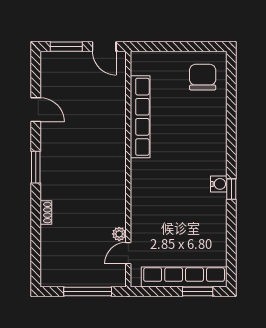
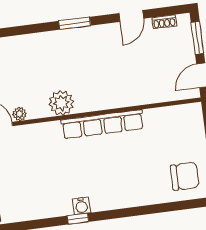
row of seats: (140, 117) -> (103, 124), moved
plant: (113, 191) -> (61, 103), added
shoe rack: (46, 213) -> (164, 22), moved

